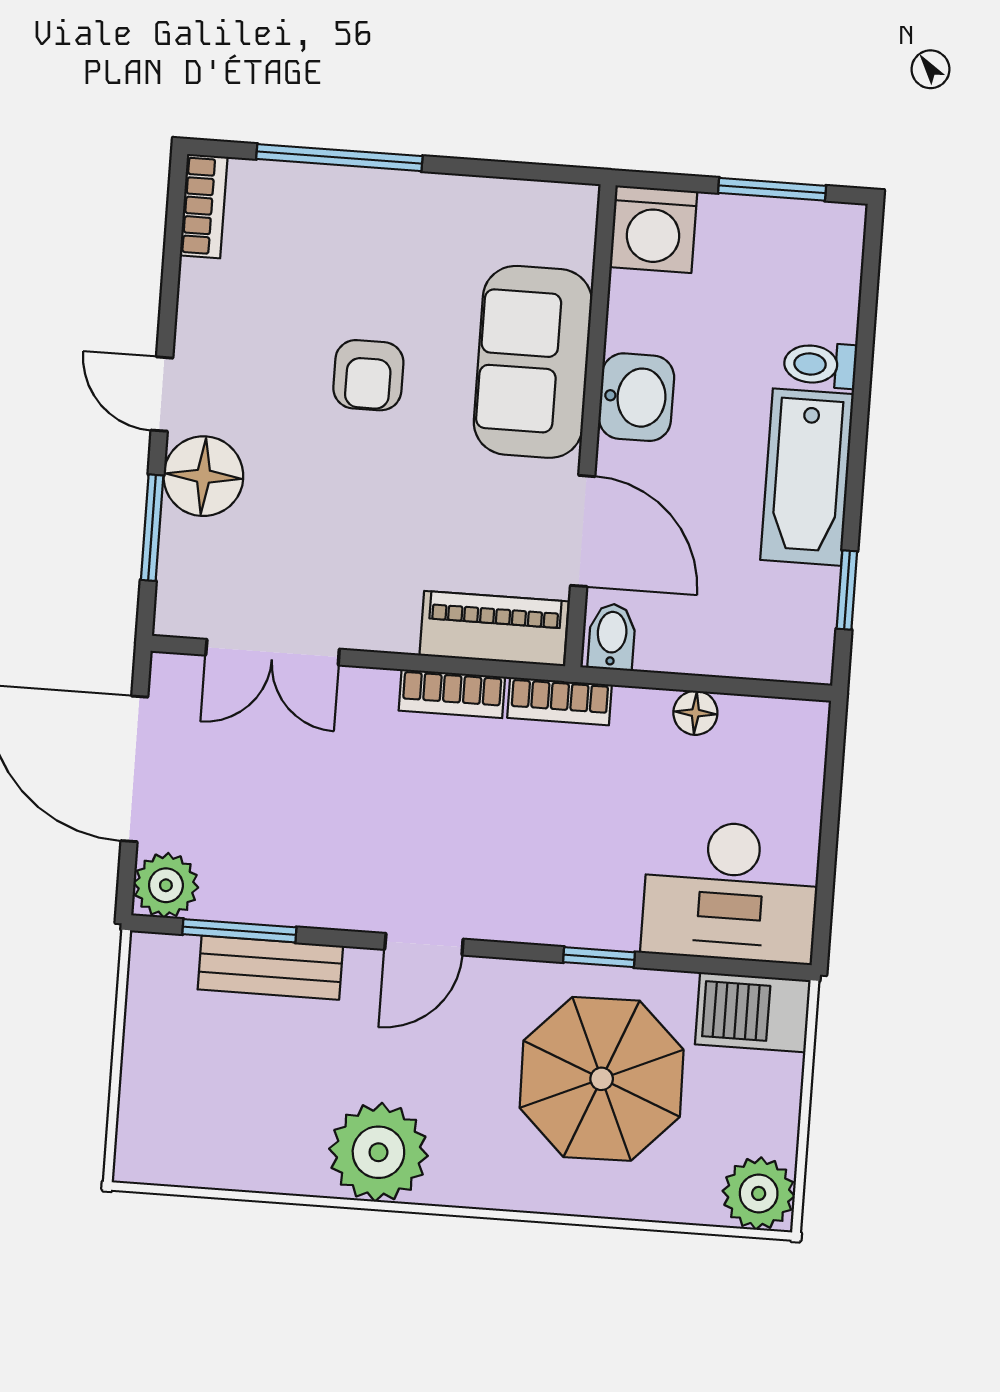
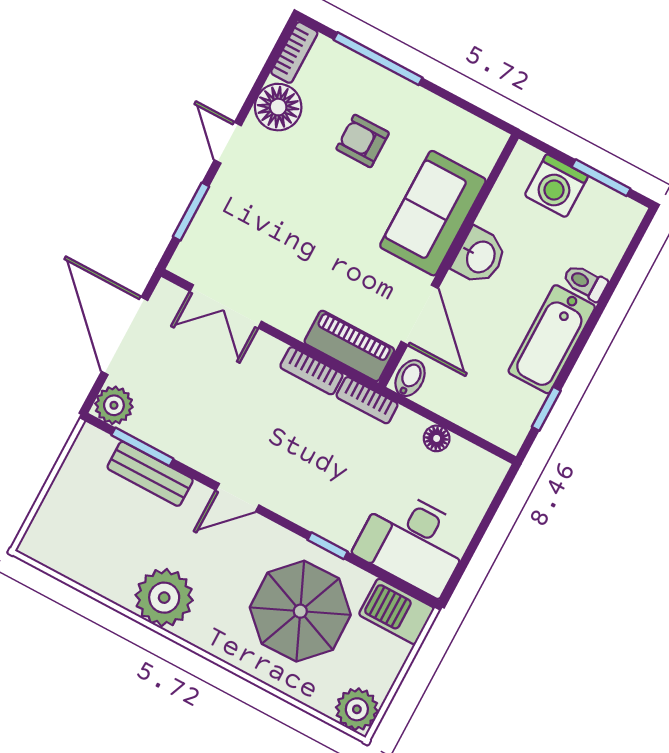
washing machine: (653, 229) -> (556, 186), moved
armchair: (368, 375) -> (363, 141), moved, turned 90
floor lamp: (203, 476) -> (278, 107), moved

